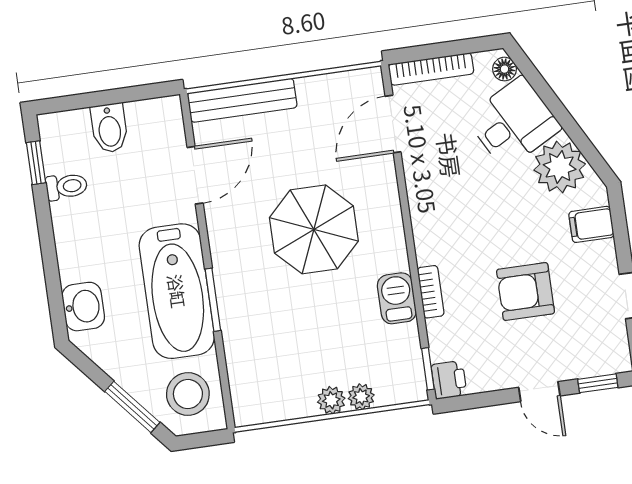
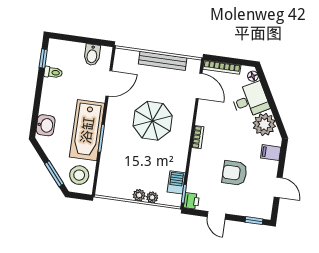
bench: (242, 100) -> (163, 61), moved
door: (393, 124) -> (199, 86), swing flipped
bidet: (109, 128) -> (92, 55), moved
bookcase: (431, 292) -> (198, 137), moved
barbecue: (397, 298) -> (176, 182), moved
door: (539, 392) -> (216, 215), moved

